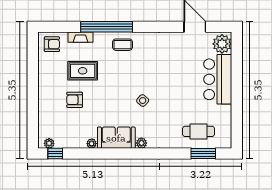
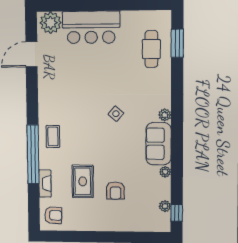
armchair: (52, 44) -> (53, 215), turned 93
plant: (49, 143) -> (165, 206), moved

